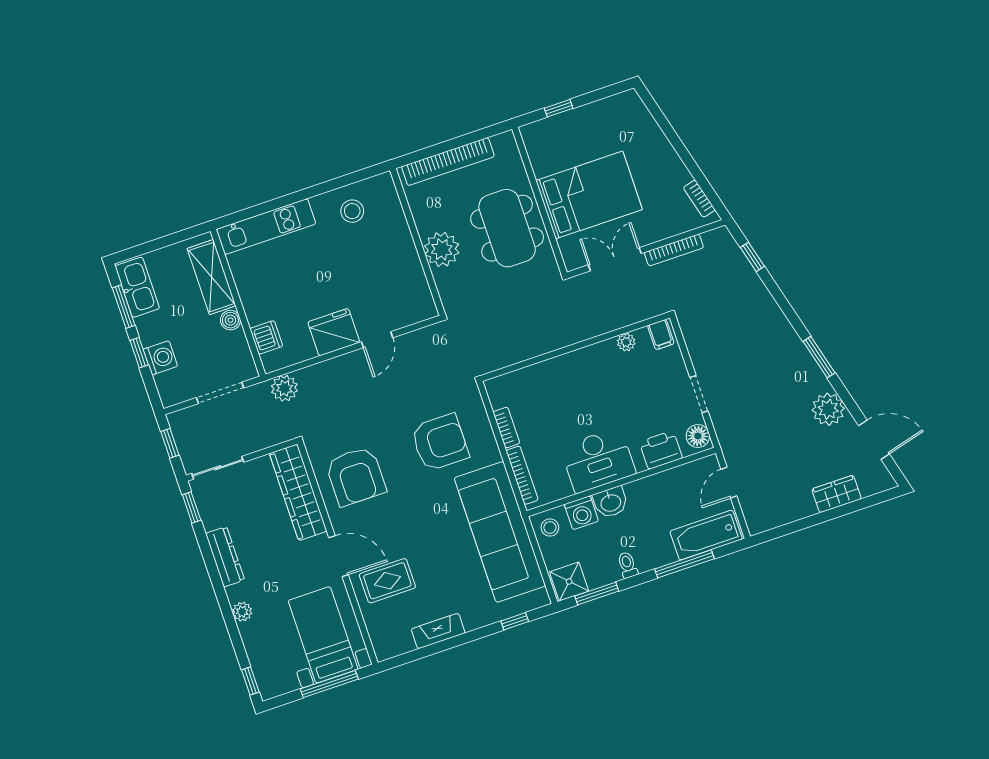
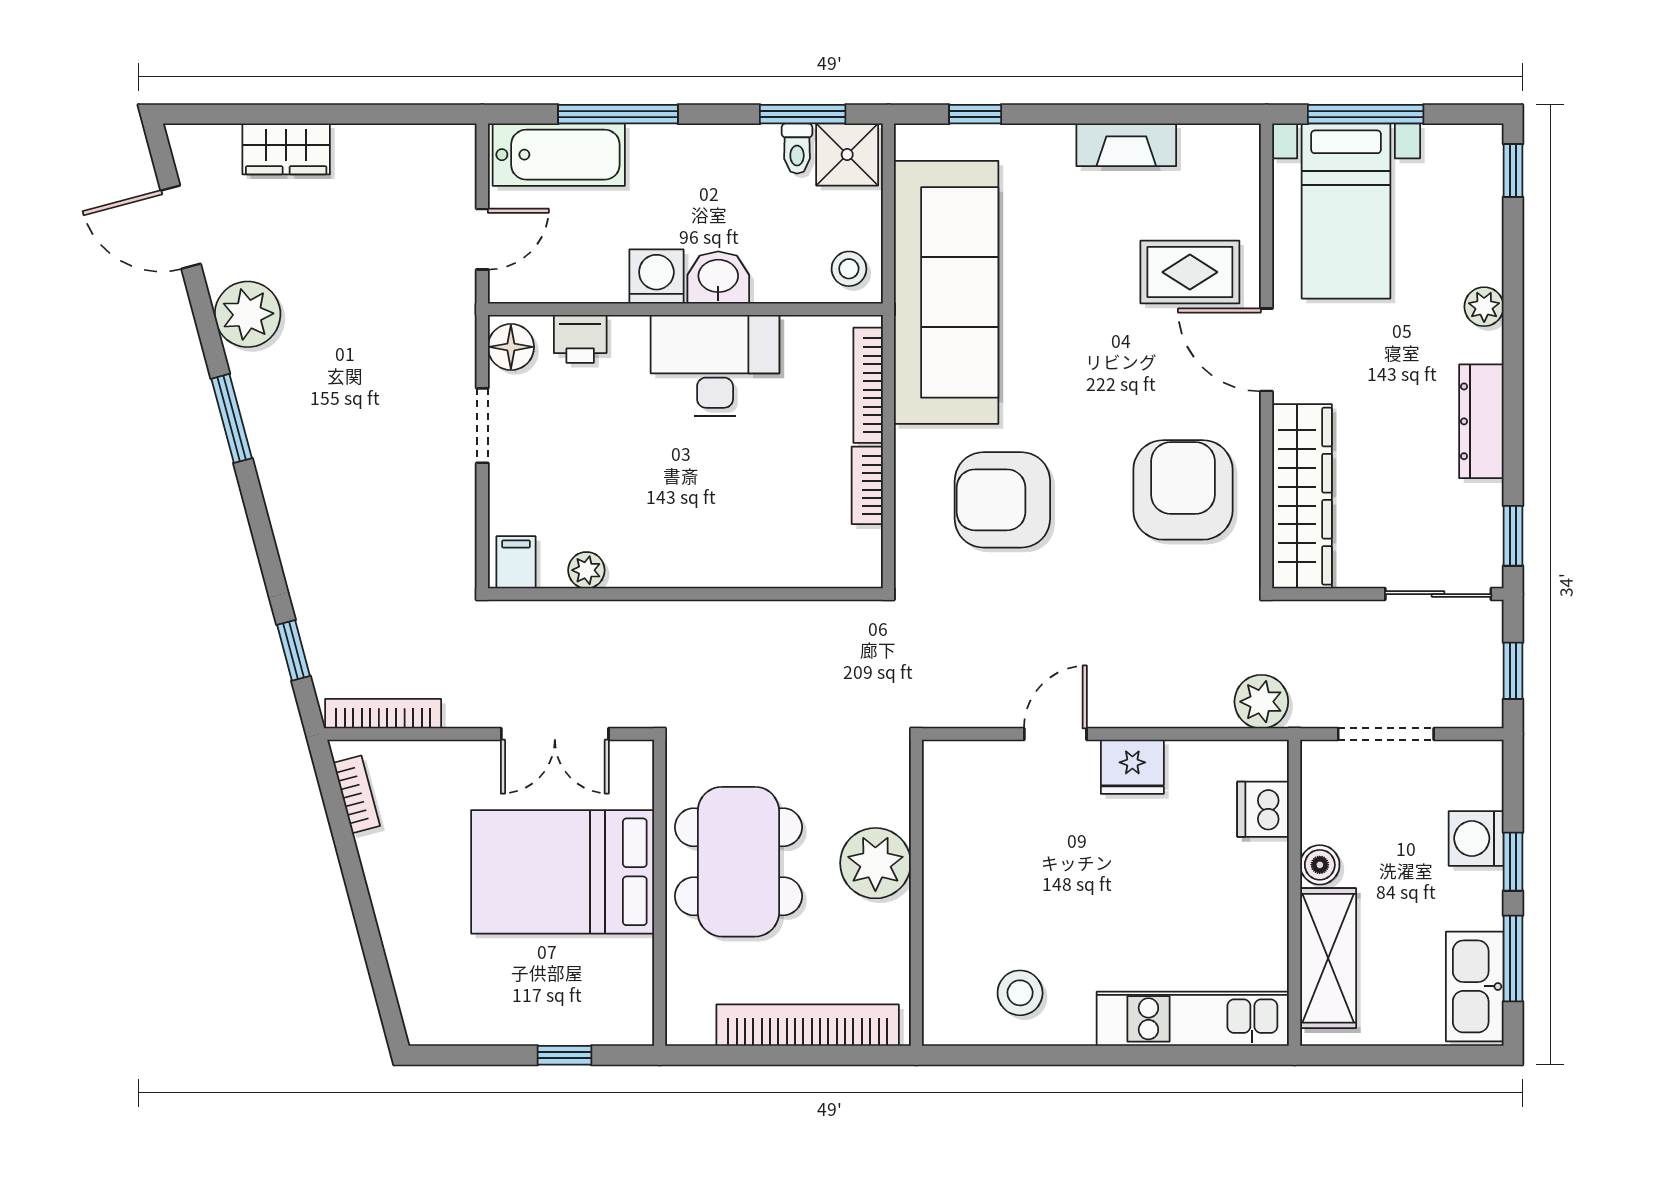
bookcase: (674, 250) -> (383, 714), moved
fridge: (334, 332) -> (1132, 767), width x0.73, depth x0.75
printer: (661, 450) -> (580, 339), width x0.73, depth x0.81
washing machine: (581, 513) -> (656, 277), moved
toilet: (627, 565) -> (797, 149), moved

